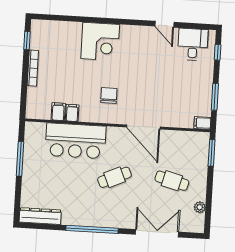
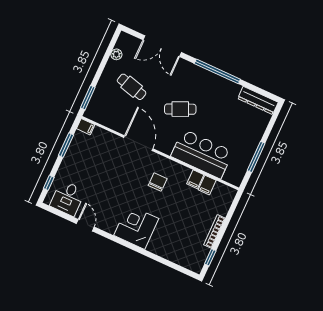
corner desk: (100, 42) -> (136, 227), moved
chair: (109, 95) -> (158, 182), turned 180

